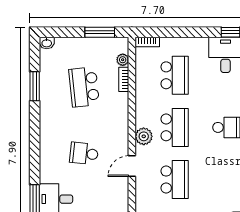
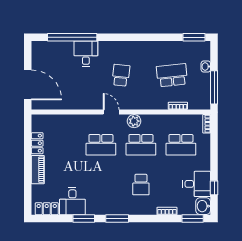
window: (100, 32) -> (214, 87), width x1.44
washbasin: (47, 43) -> (206, 66), moved
plant: (123, 60) -> (193, 105), removed
window: (35, 86) -> (194, 37), moved

